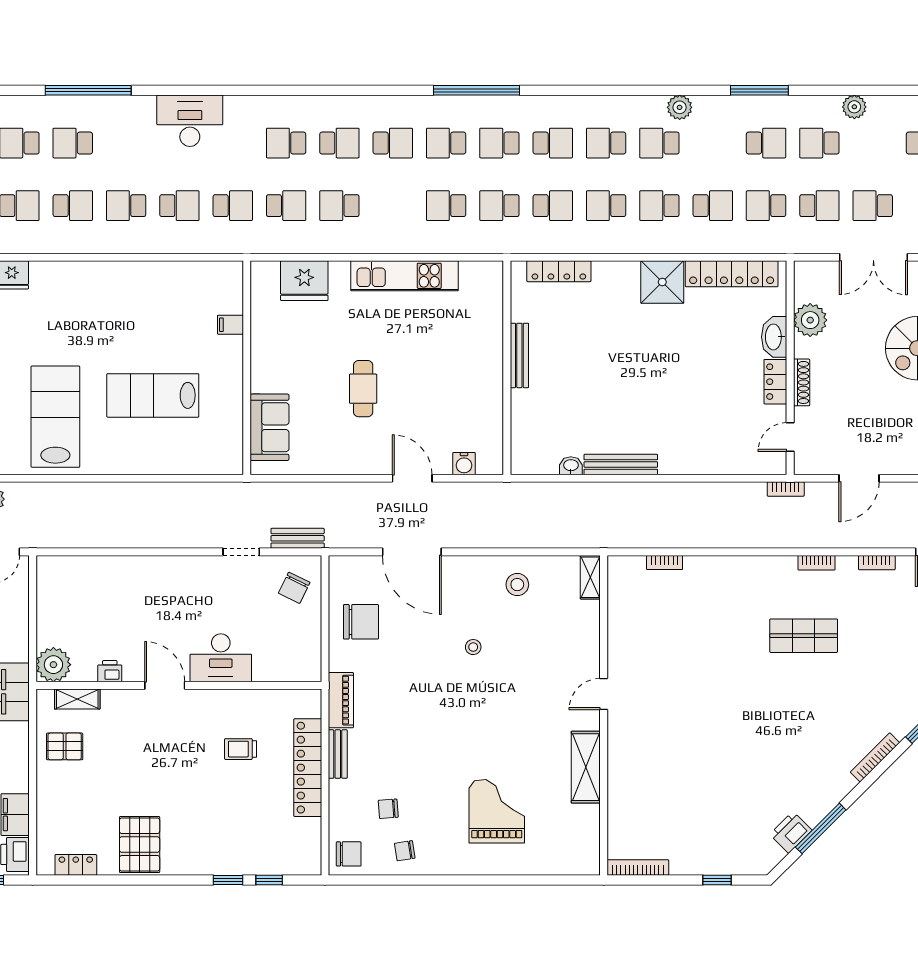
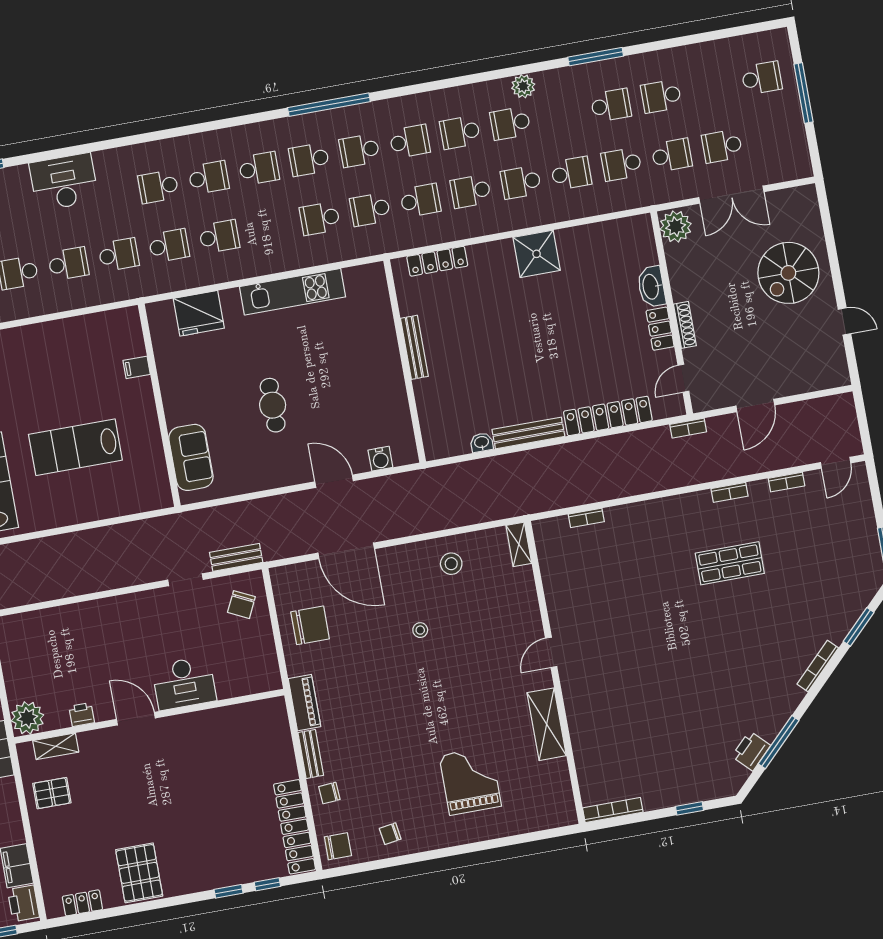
plant: (854, 107) -> (688, 56), removed
school desk: (339, 206) -> (219, 237), turned 180
locker: (732, 274) -> (608, 416), moved, turned 180
plant: (810, 320) -> (676, 227), moved
trolley: (241, 749) -> (218, 766), removed
locker: (308, 768) -> (295, 827), moved
chair: (388, 809) -> (329, 793), moved

